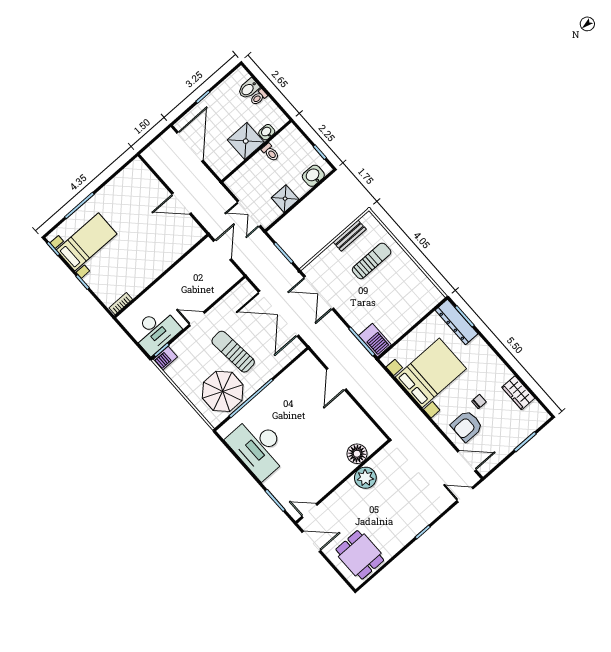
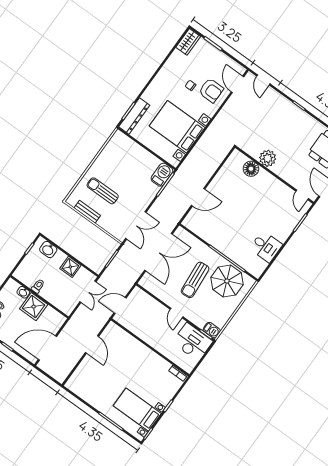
wardrobe: (518, 393) -> (188, 42), moved
desk: (258, 447) -> (266, 247), width x0.53, depth x0.77

